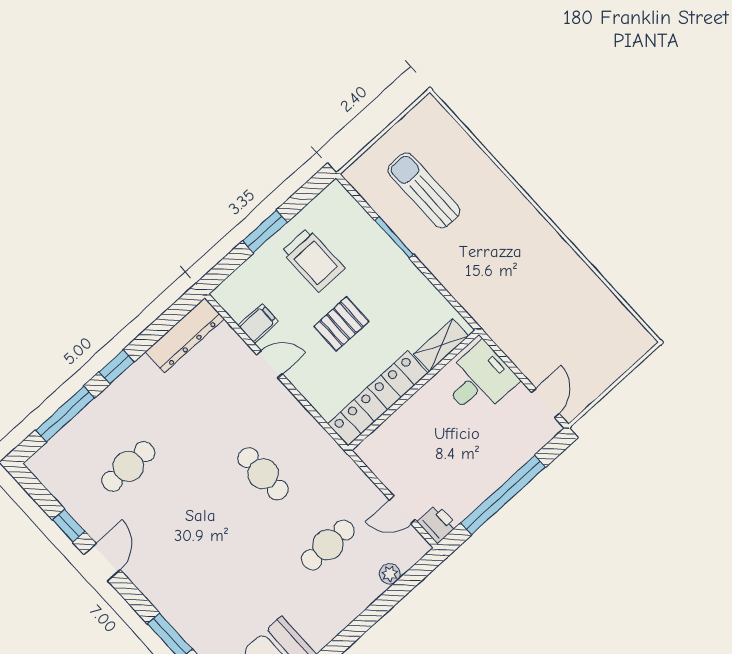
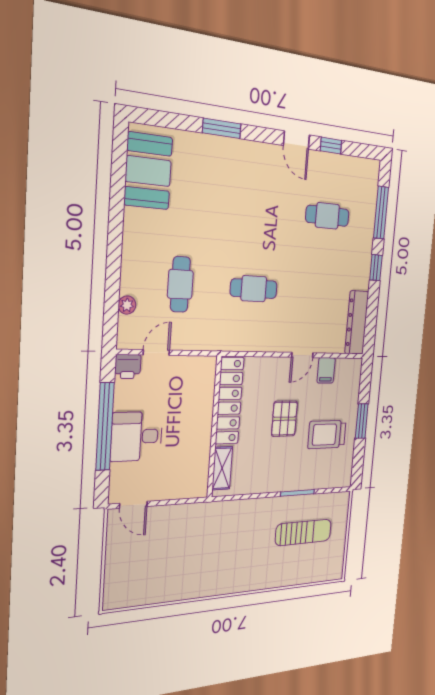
desk: (479, 380) -> (137, 436), moved, turned 90
cafe table: (128, 466) -> (327, 216), turned 90

